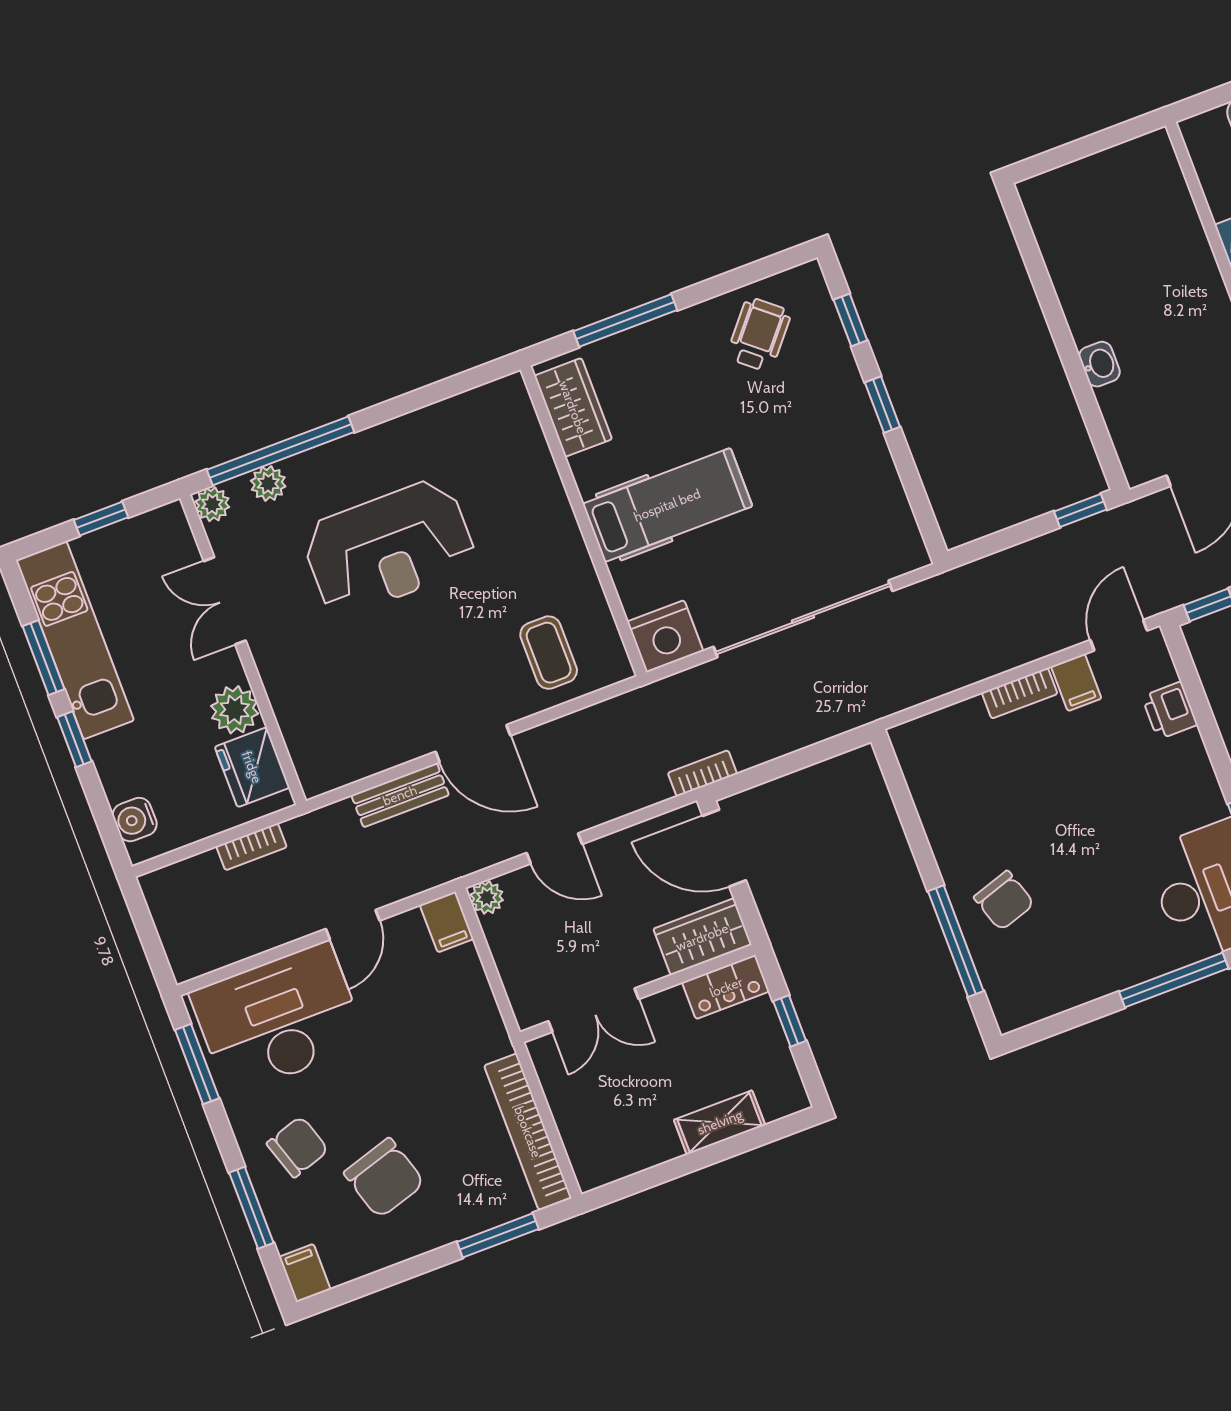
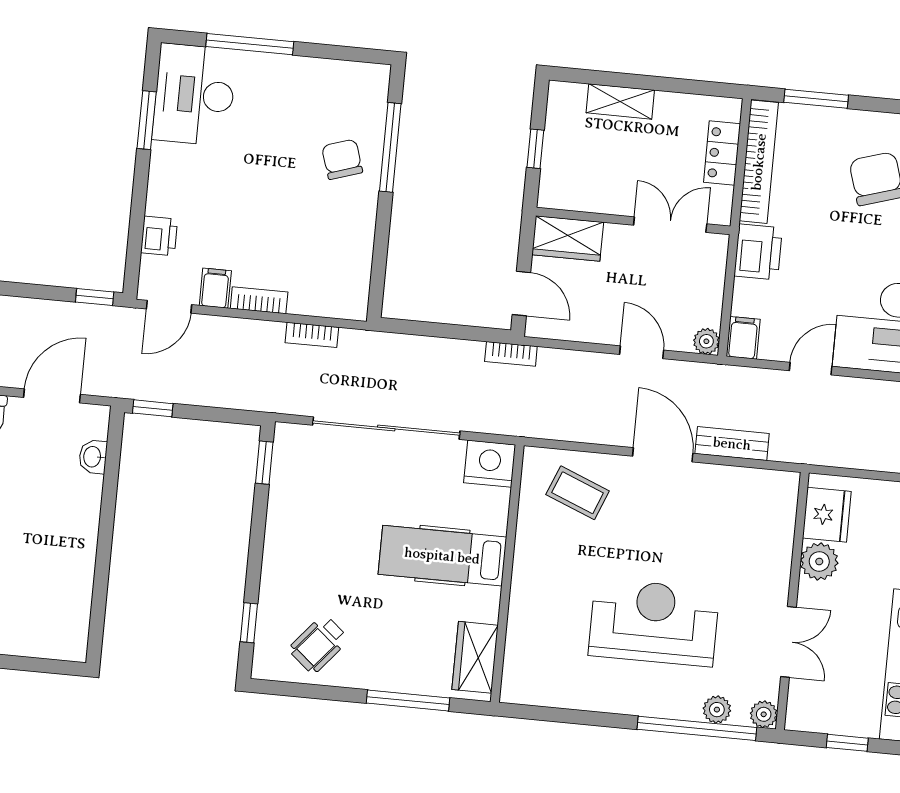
washbasin: (1099, 364) -> (93, 457), moved
window: (882, 405) -> (264, 463), moved
coffee table: (549, 653) -> (578, 493), turned -68
bookcase: (252, 847) -> (312, 335), moved, turned 180
door: (724, 848) -> (521, 294), width x0.73
locker: (726, 987) -> (722, 153), moved, turned -90
printer: (478, 1028) -> (758, 252), added

